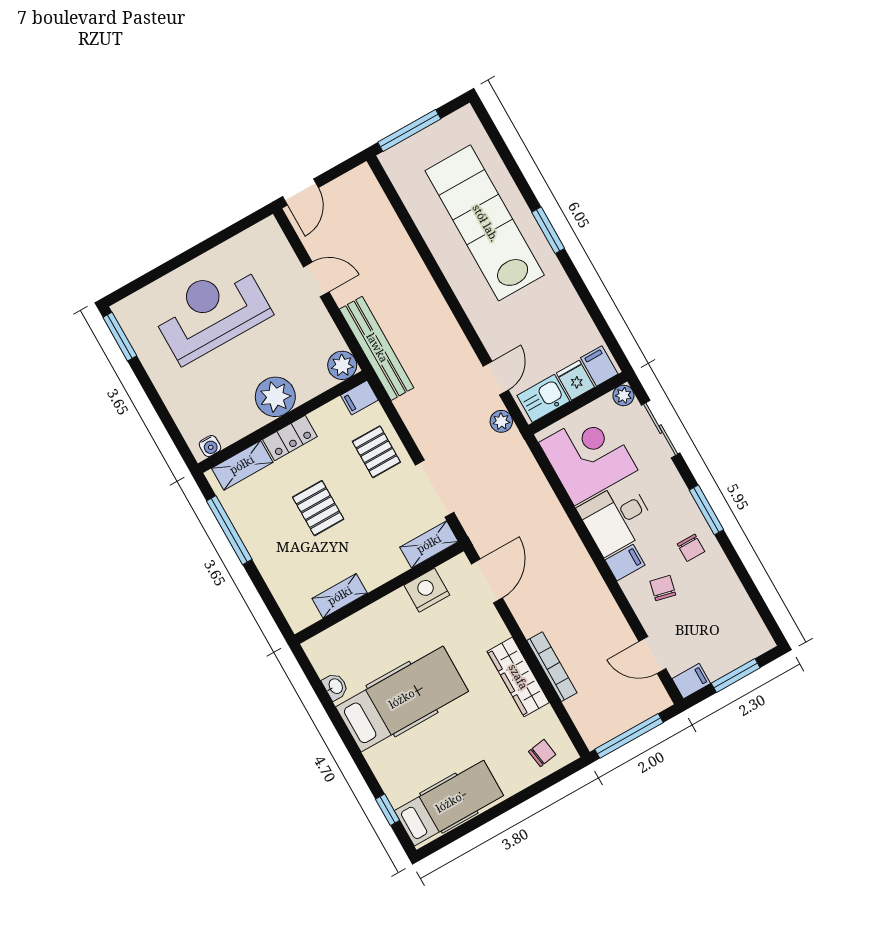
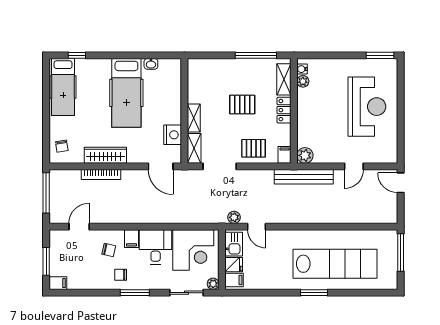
plant: (275, 397) -> (303, 81), moved, width x0.53, depth x0.53
shelving: (340, 596) -> (194, 118), moved
filing cabinet: (691, 681) -> (58, 283), moved, turned -90

